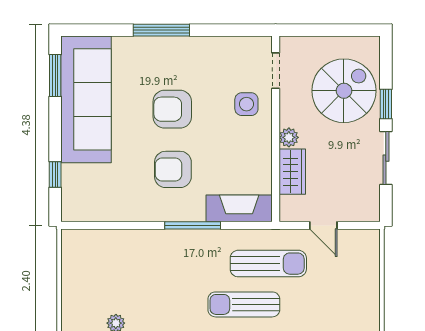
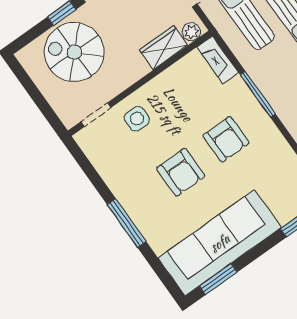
plant: (289, 137) -> (191, 32), moved
fireplace: (239, 208) -> (218, 60), width x0.73, depth x0.76

